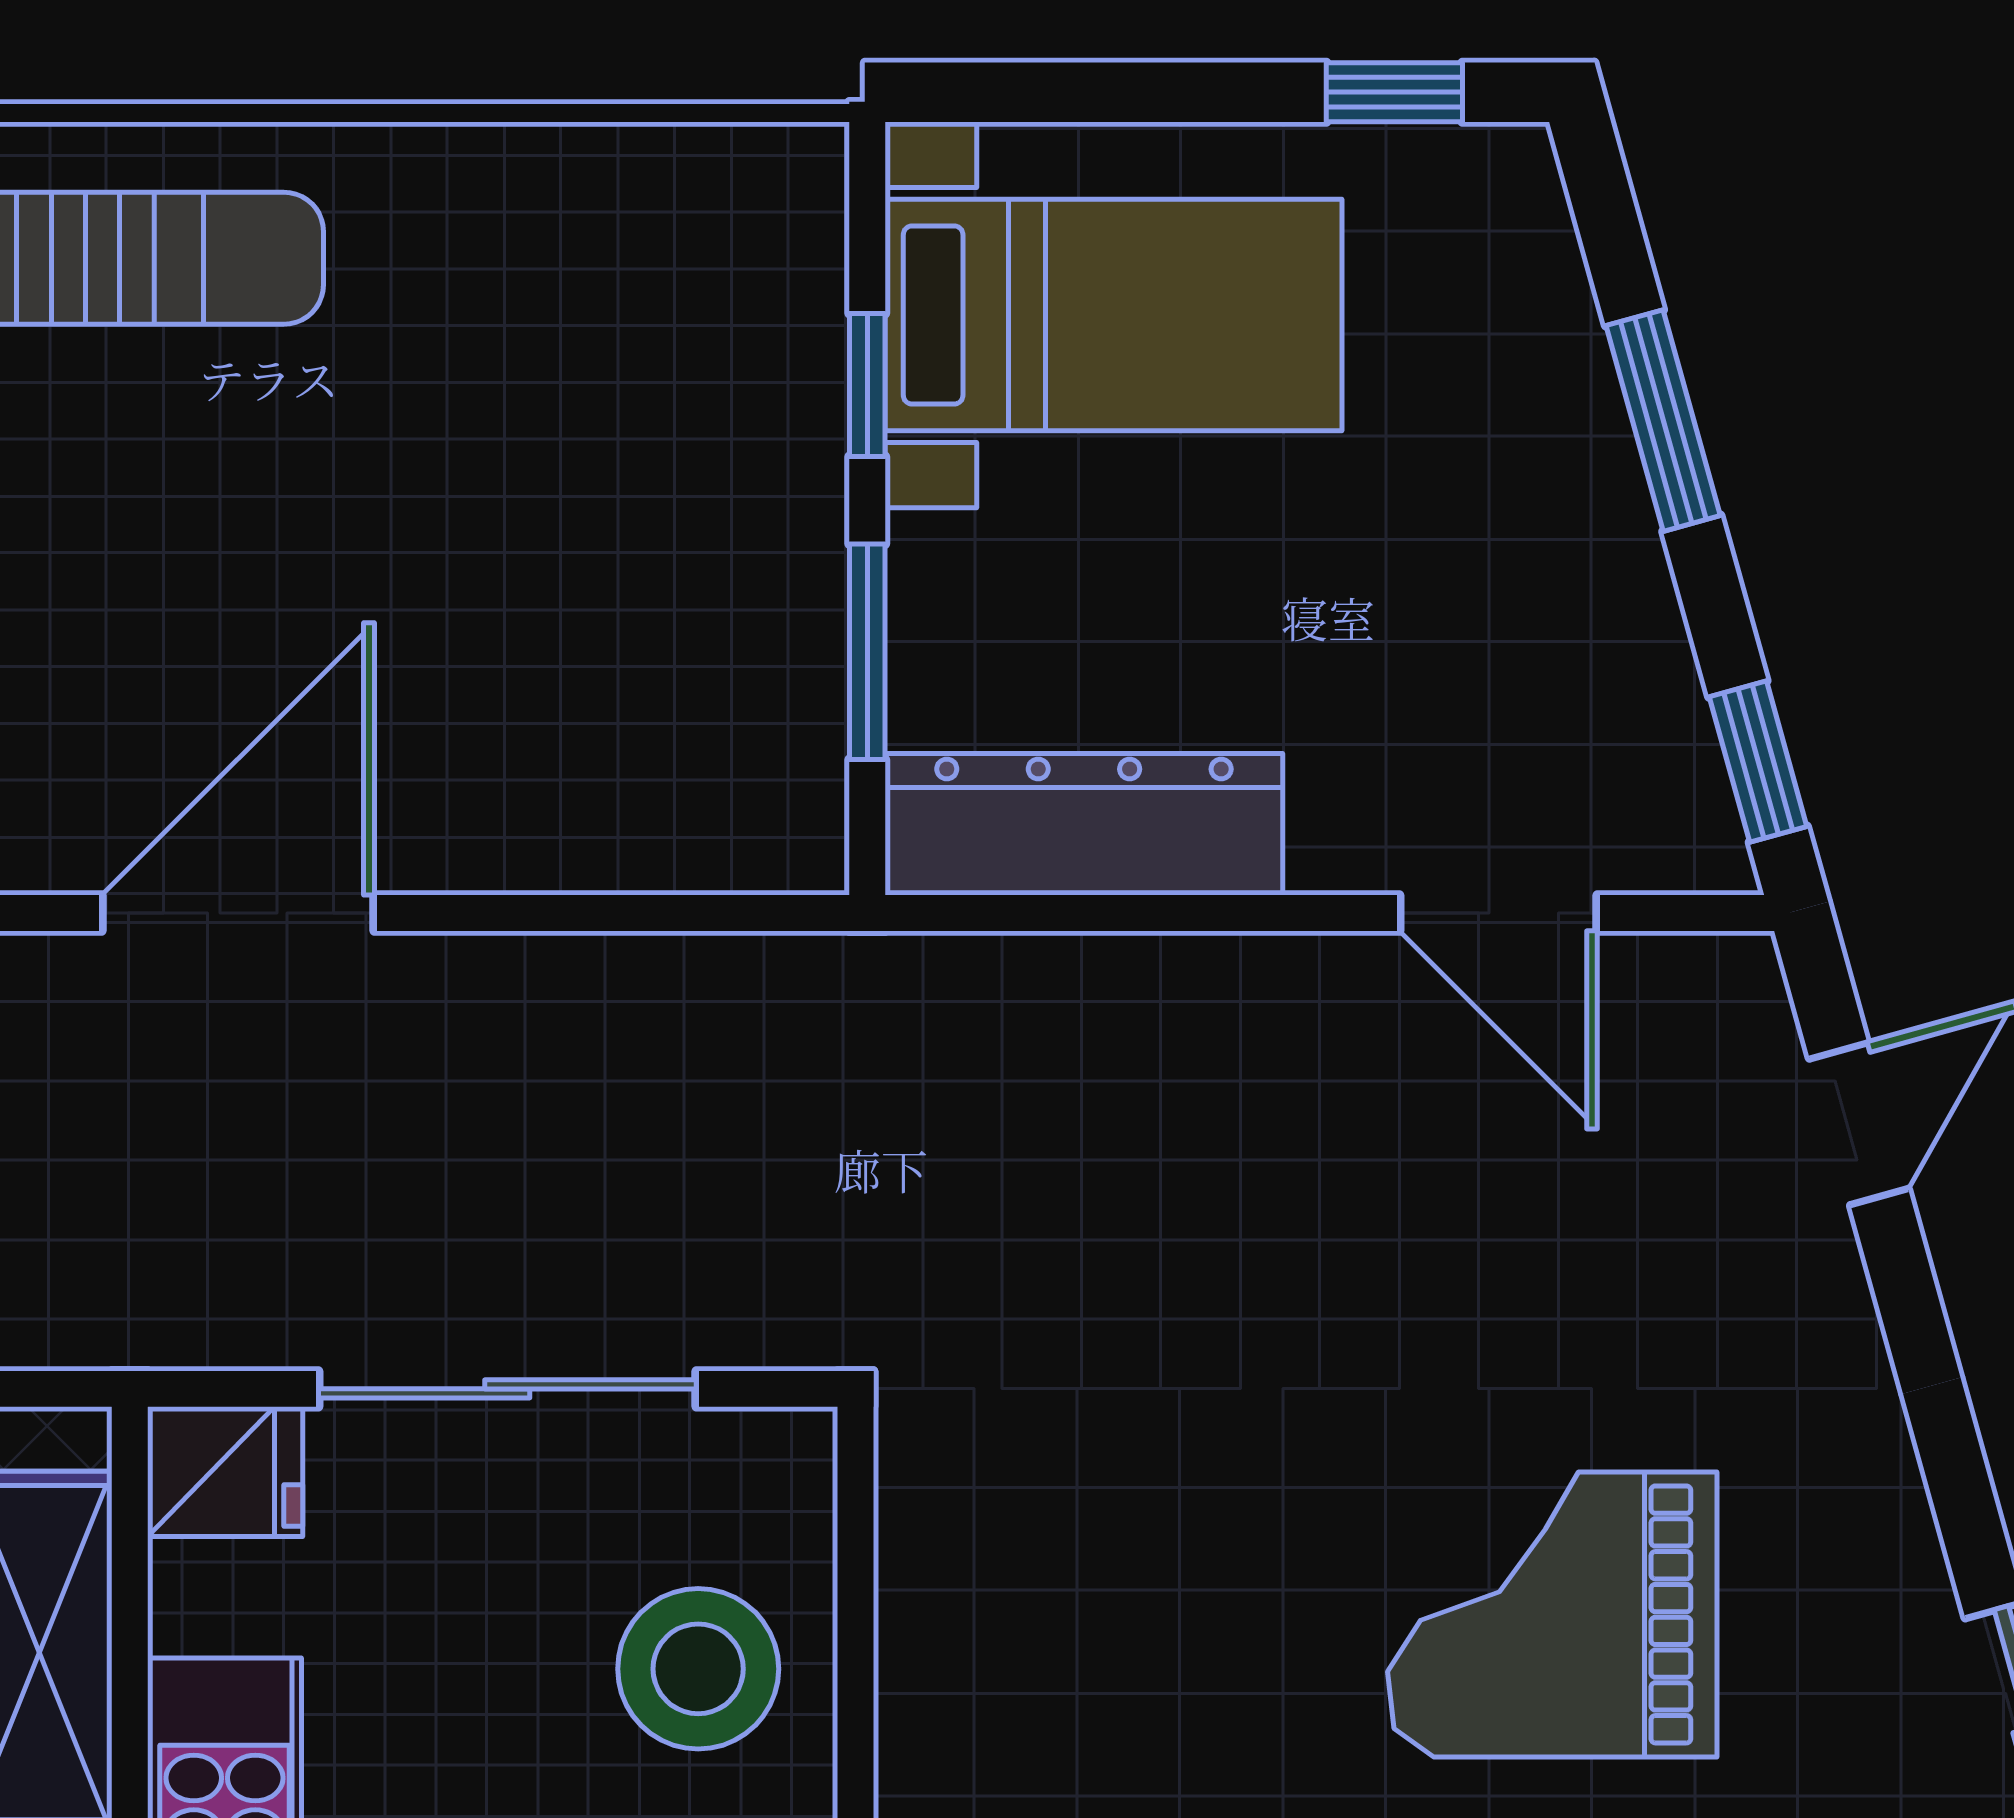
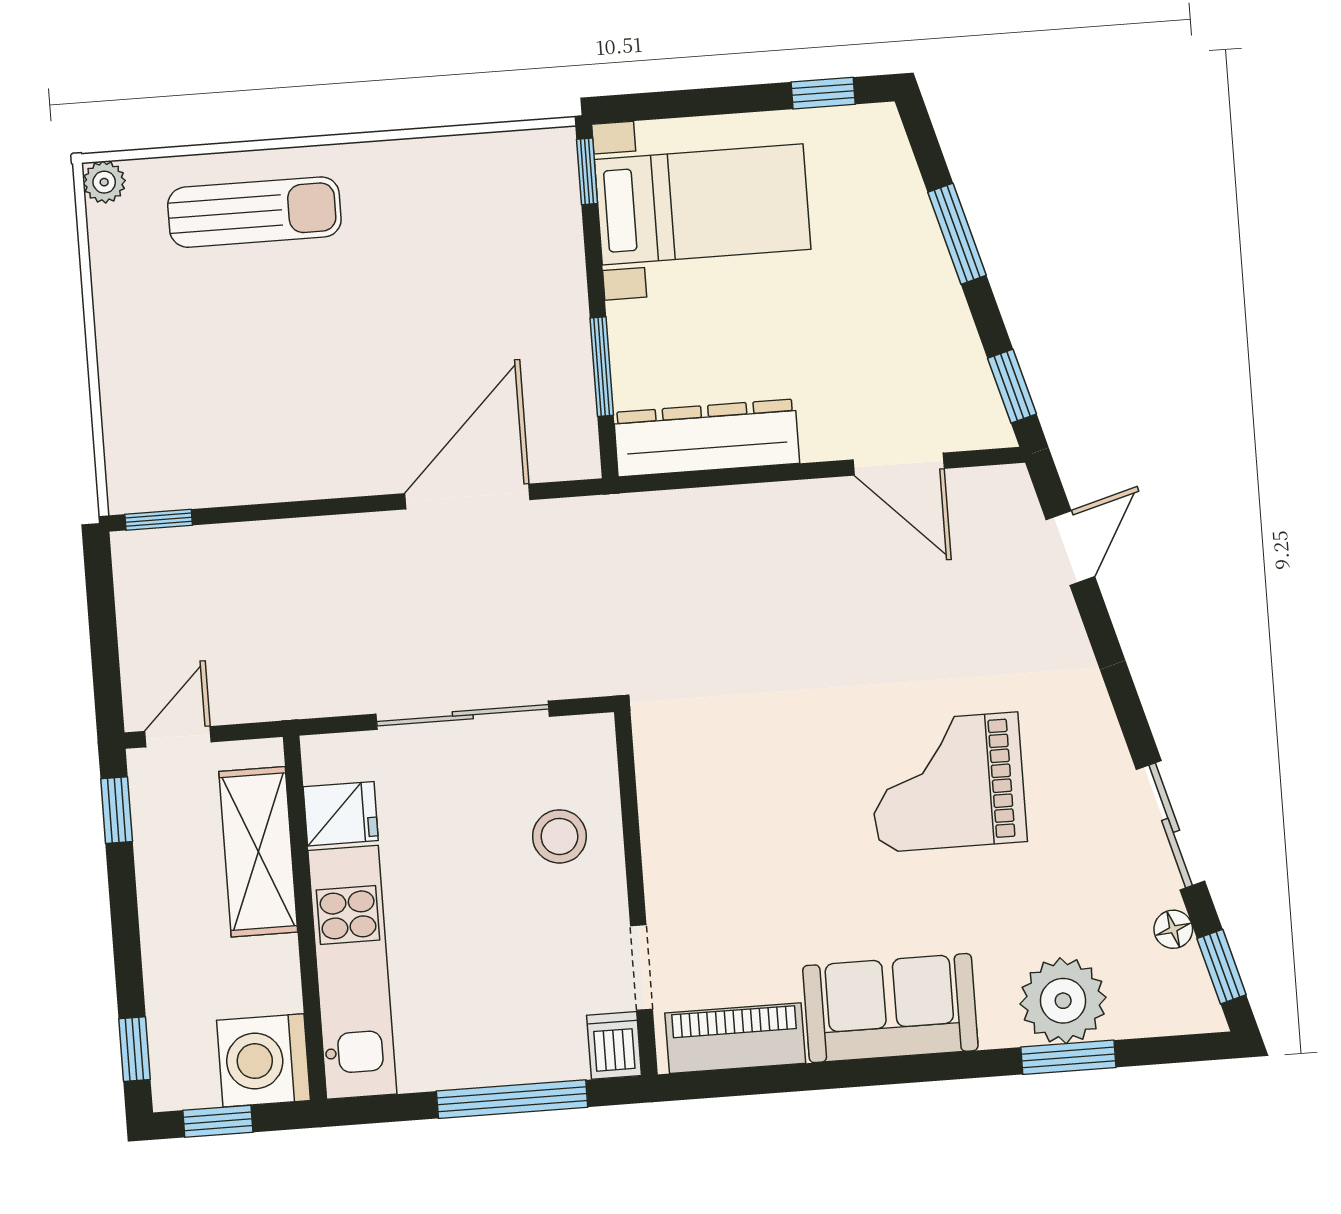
window: (867, 385) -> (587, 171), moved
door: (238, 913) -> (467, 497), moved
fridge: (225, 1472) -> (341, 814), moved
stool: (698, 1669) -> (559, 836), width x0.73, depth x0.73

